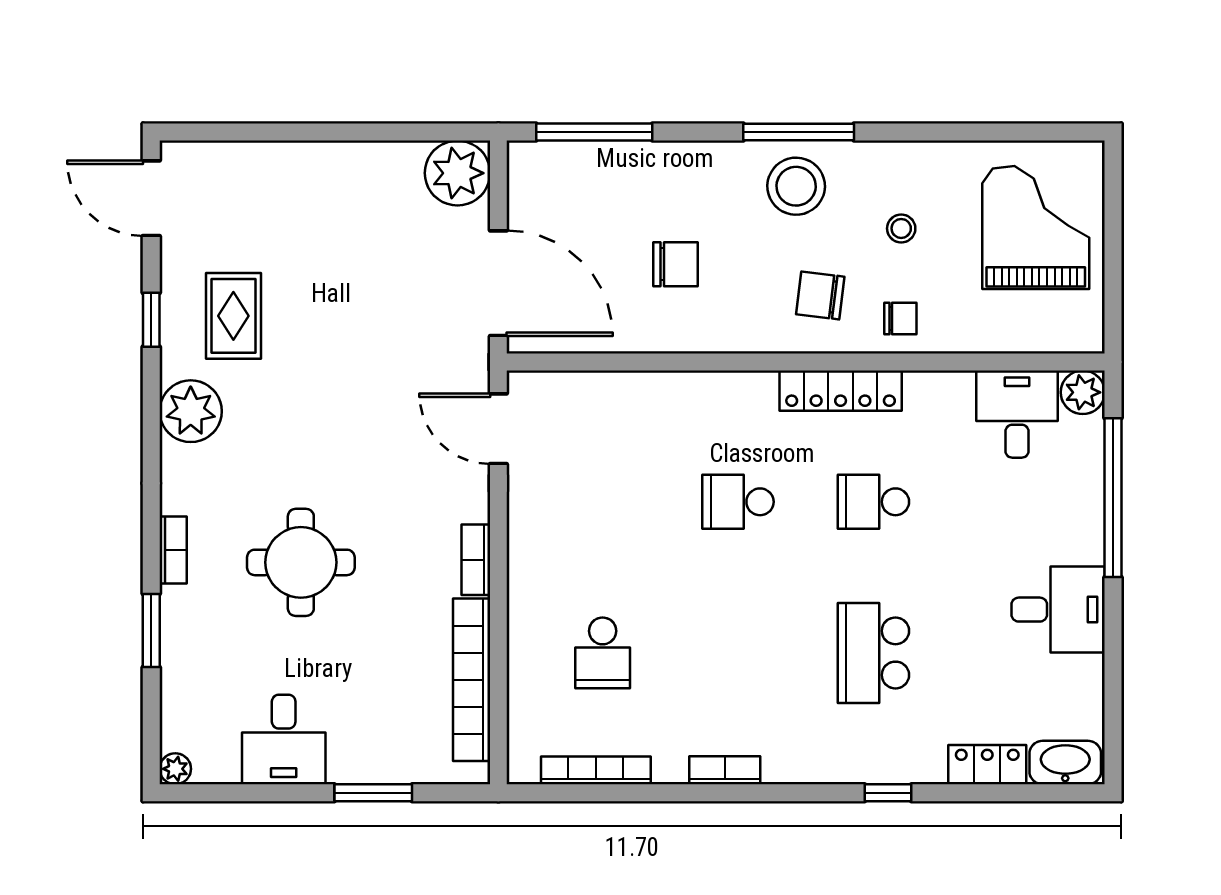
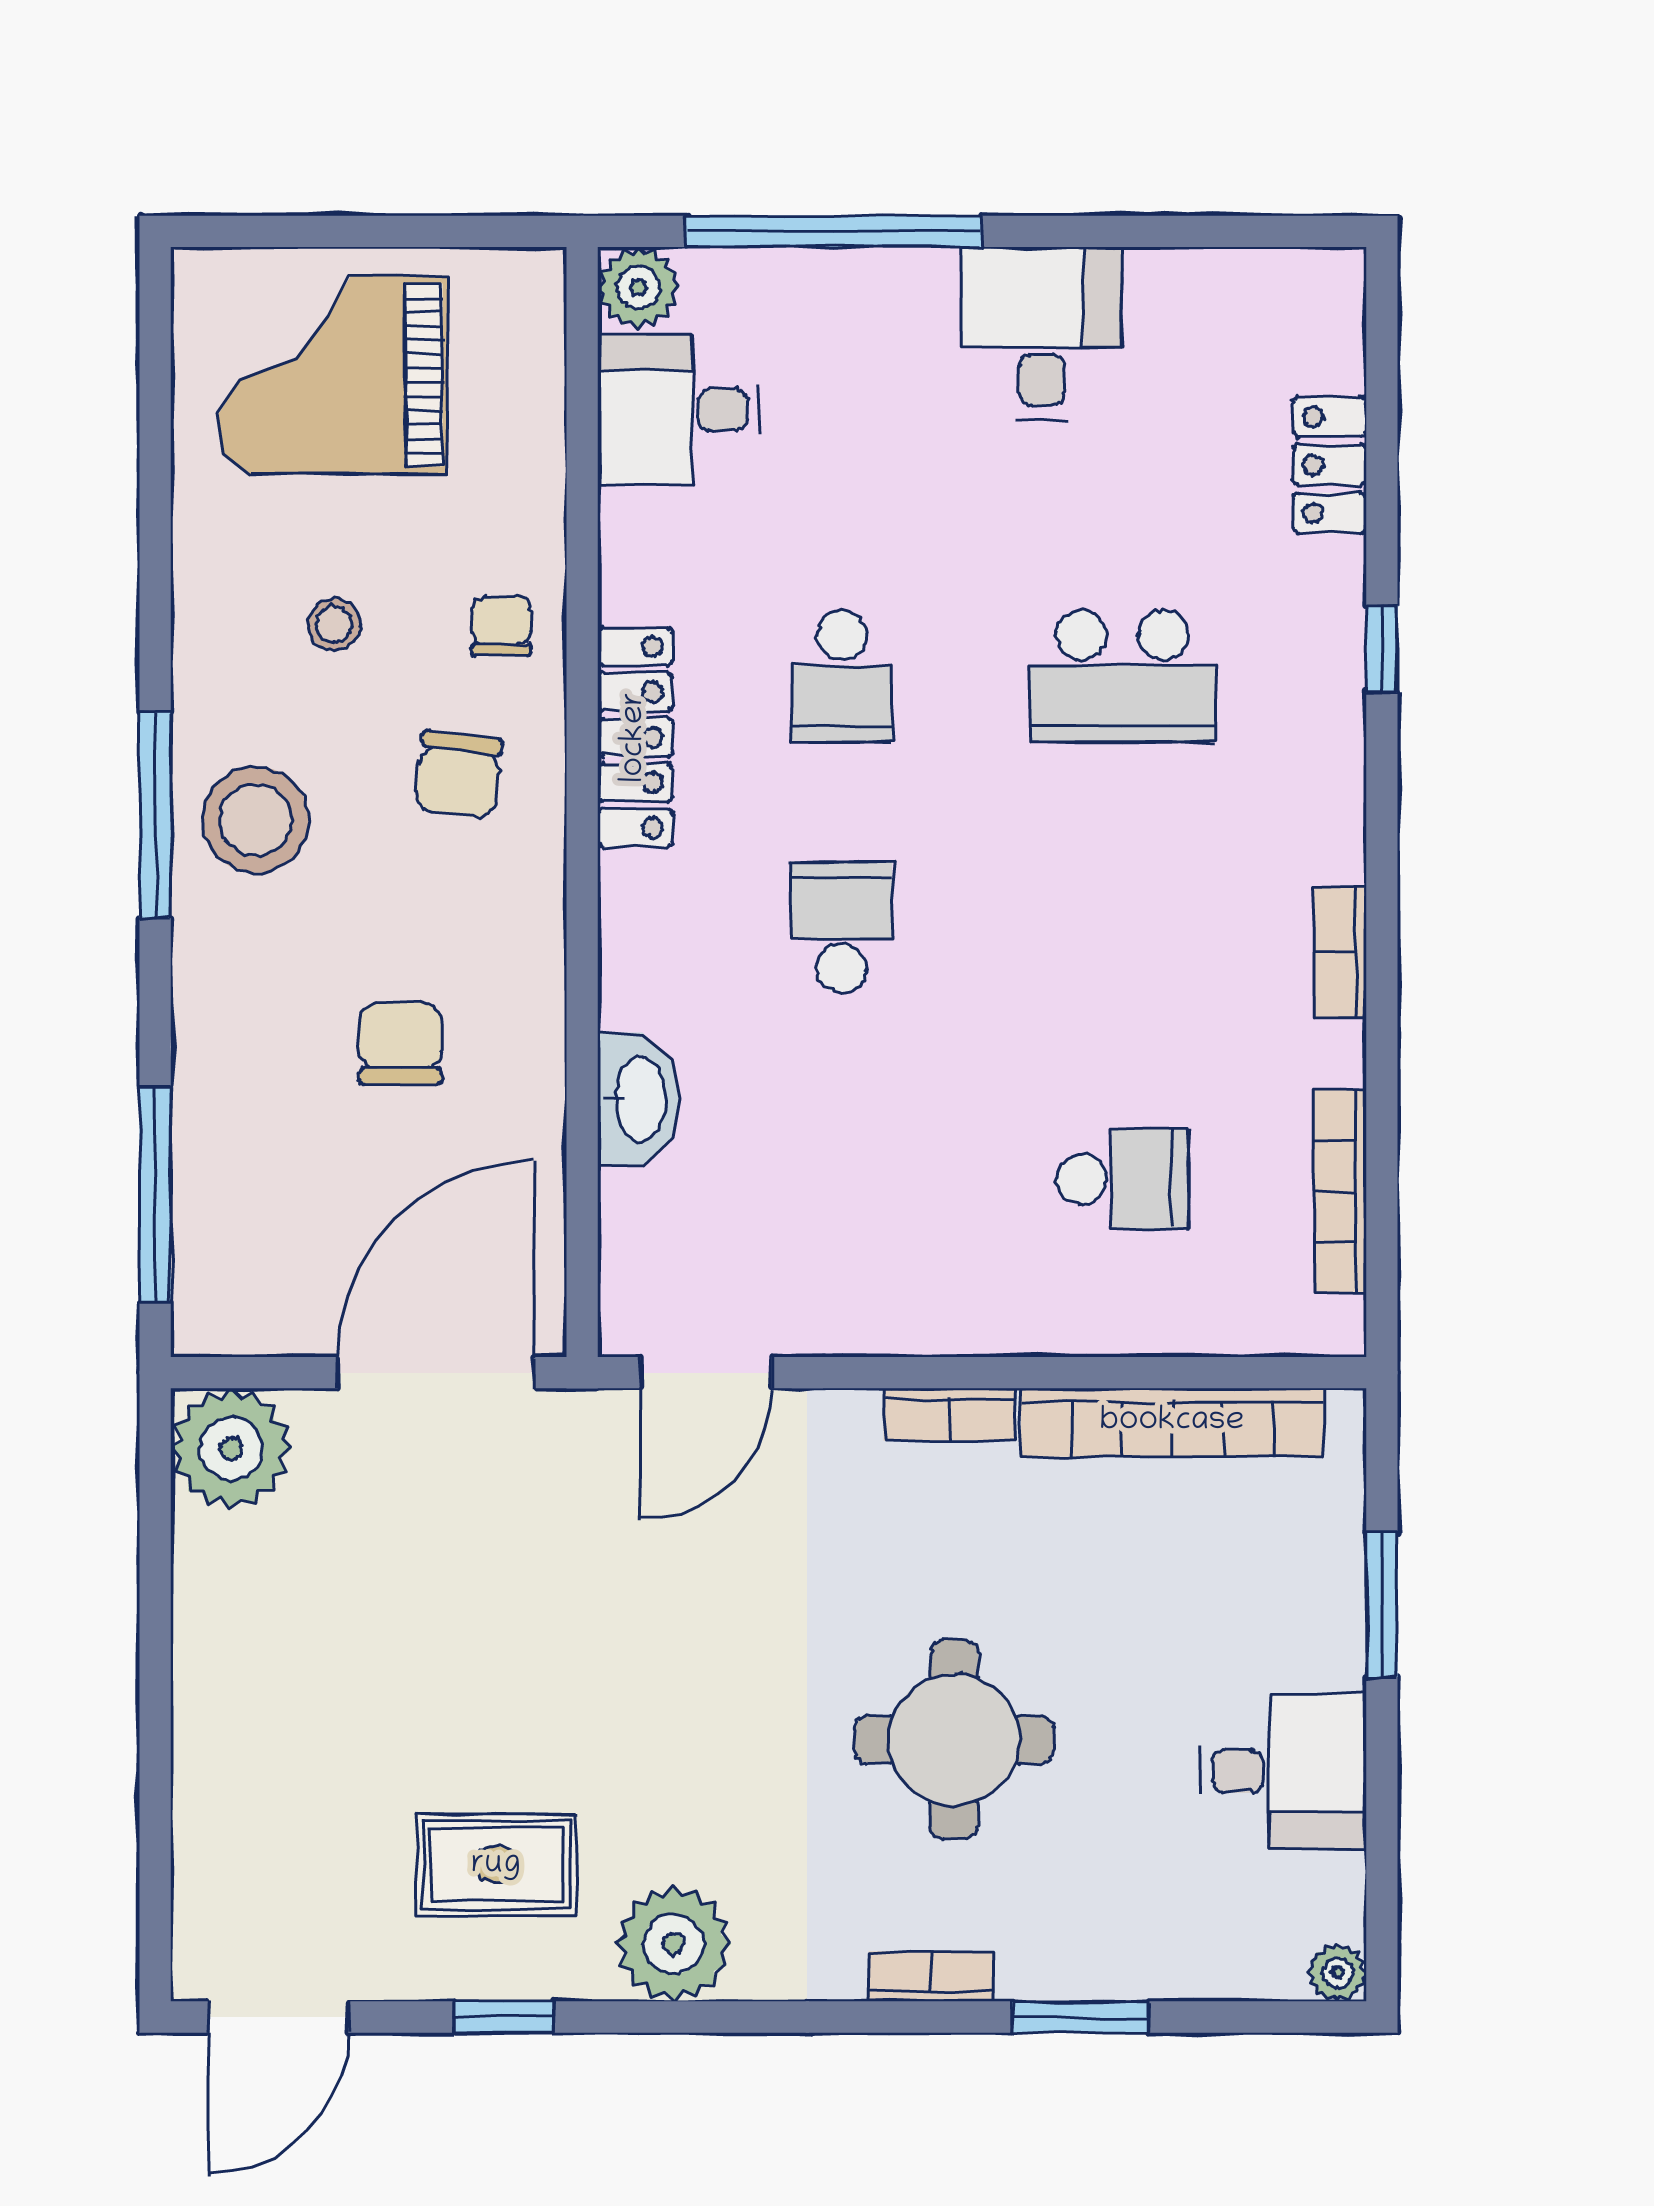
school desk: (738, 502) -> (842, 928), turned 180
washbasin: (1065, 763) -> (638, 1099), moved, turned 180

